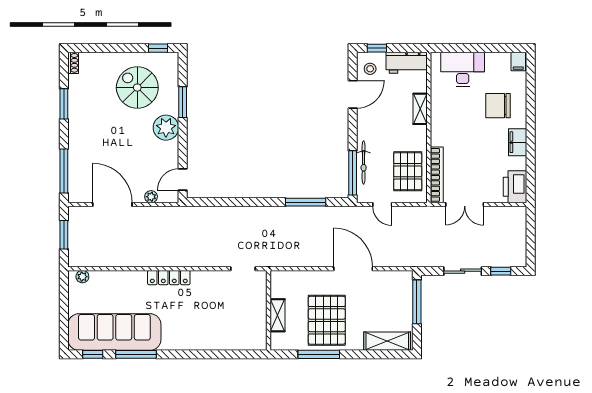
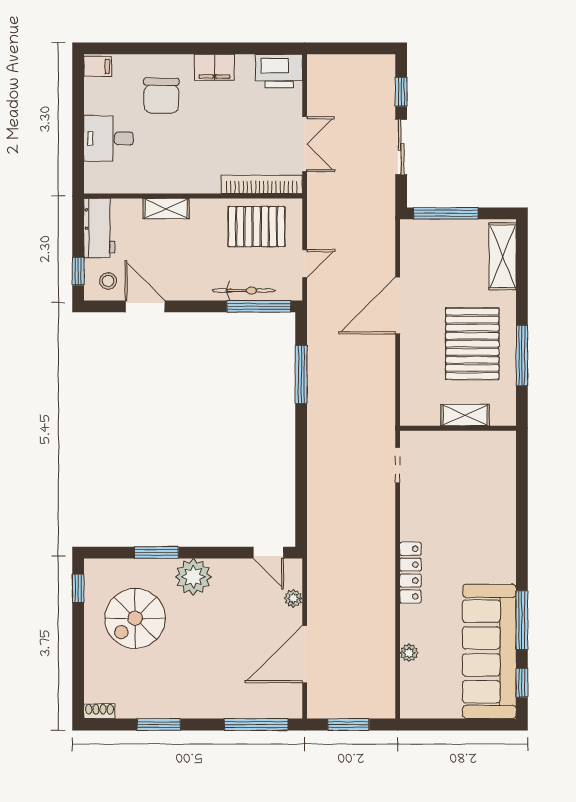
desk: (463, 69) -> (109, 138), width x0.73
plant: (82, 277) -> (409, 653), moved
pallet: (327, 320) -> (472, 344), turned 90

